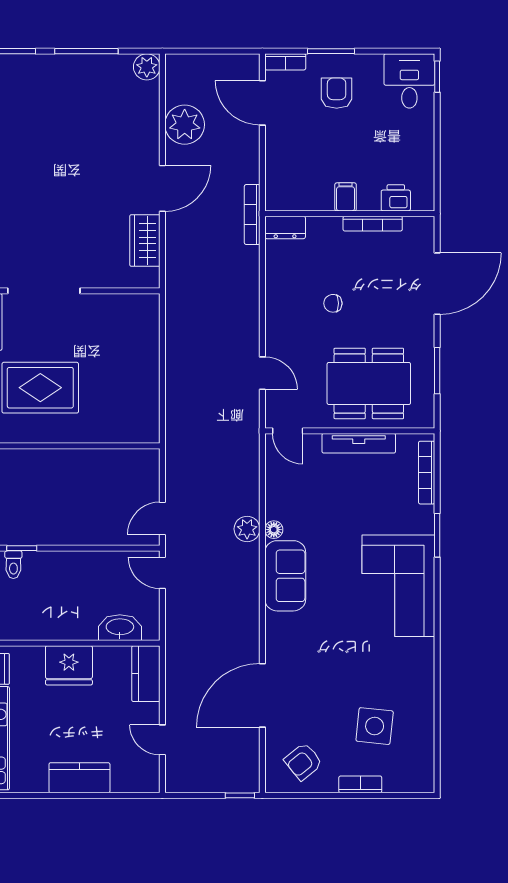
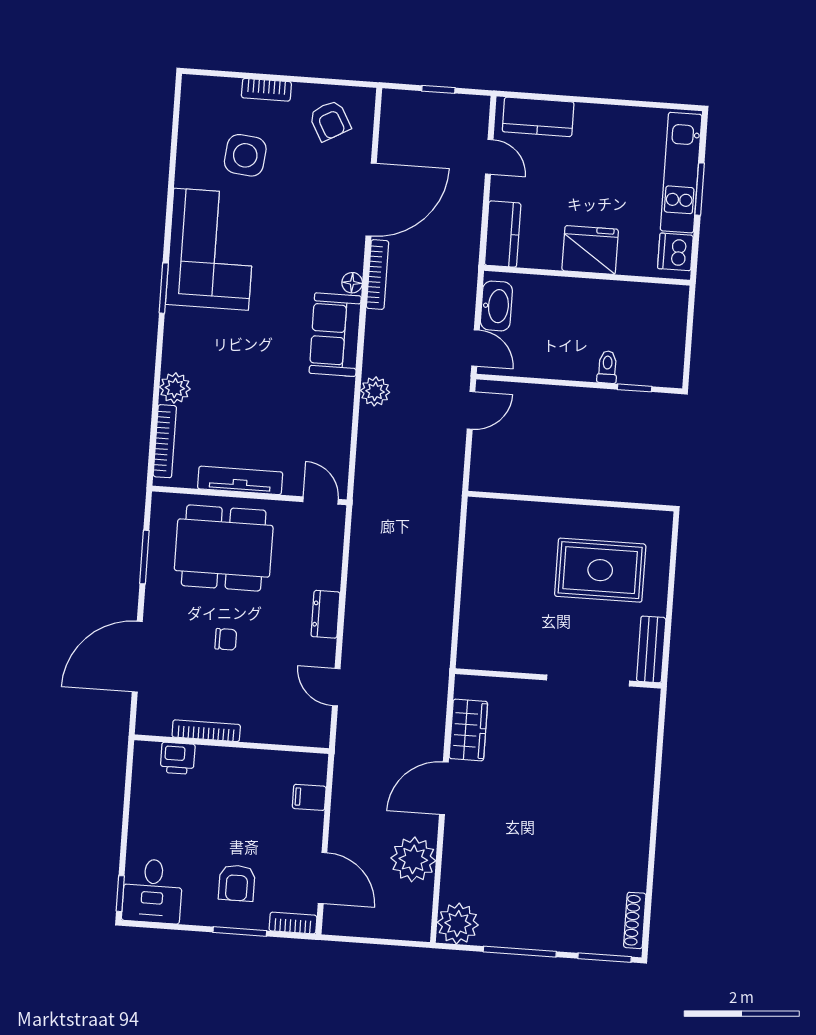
plant: (147, 67) -> (458, 924), width x1.36, depth x1.36
filing cabinet: (346, 197) -> (309, 797), moved, turned 90
bookcase: (252, 215) -> (378, 275), moved
dresser: (285, 227) -> (326, 614), moved, turned -90
chair: (333, 303) -> (226, 639), moved
door: (262, 373) -> (336, 687), moved
plant: (421, 519) -> (175, 388), added
floor lamp: (274, 530) -> (352, 283), moved
window: (437, 535) -> (164, 288), moved
toilet: (13, 565) -> (607, 367), moved
corner sofa: (398, 586) -> (211, 249), moved
washbasin: (120, 628) -> (496, 306), moved, turned -90
armchair: (303, 762) -> (330, 121), turned 100
kitchen counter: (79, 778) -> (538, 117), moved
window: (240, 795) -> (438, 89), moved

